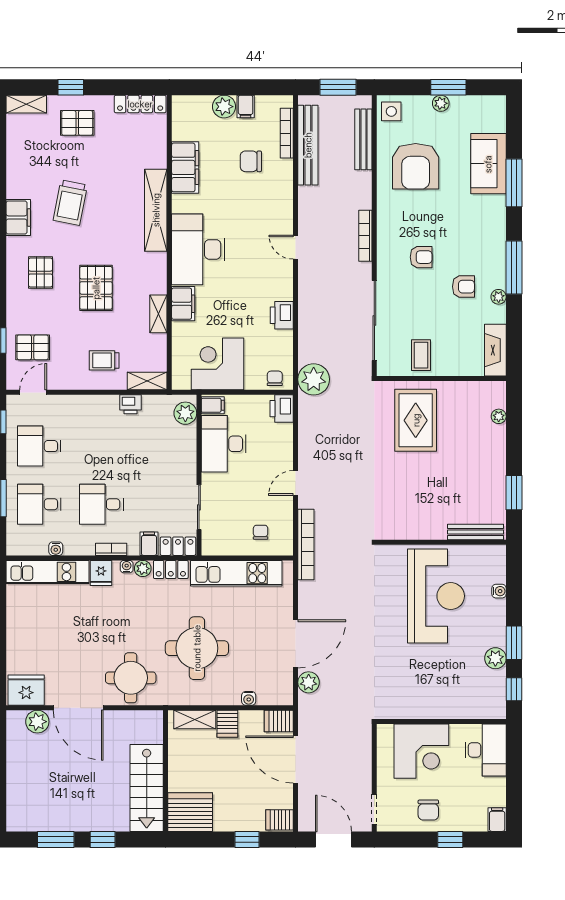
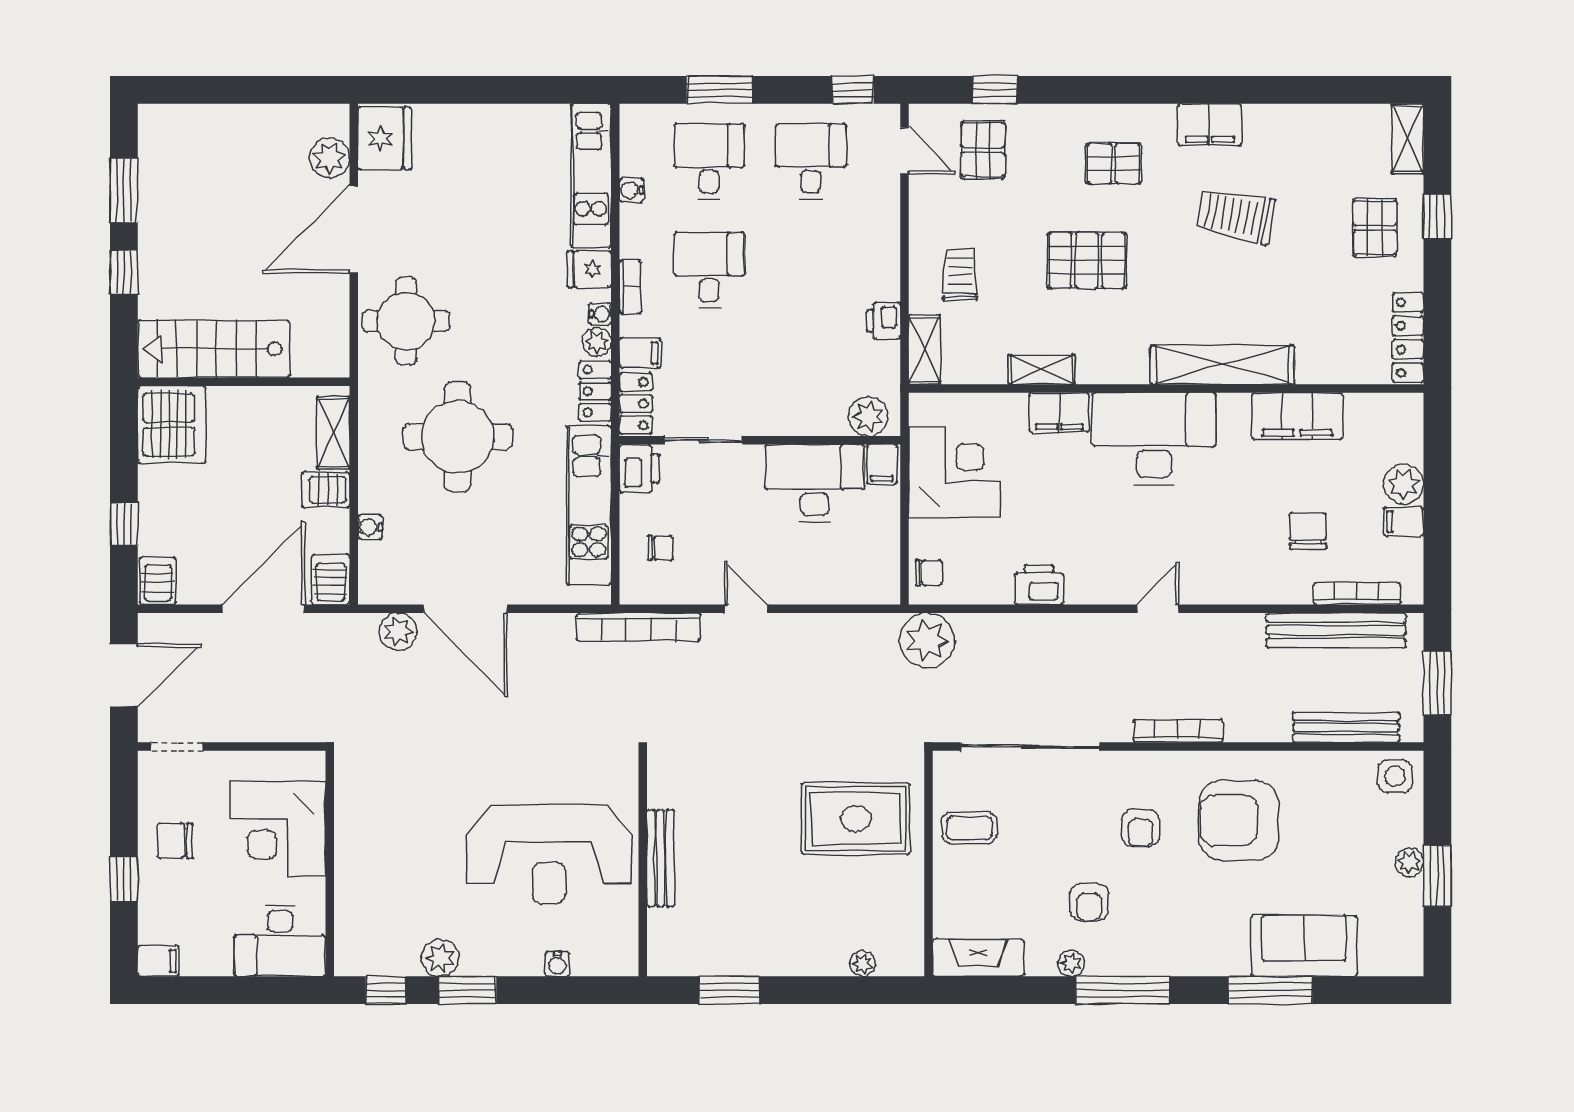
armchair: (416, 166) -> (1239, 820), moved
printer: (282, 409) -> (639, 469), moved, turned 90
bench: (476, 532) -> (661, 858), moved

